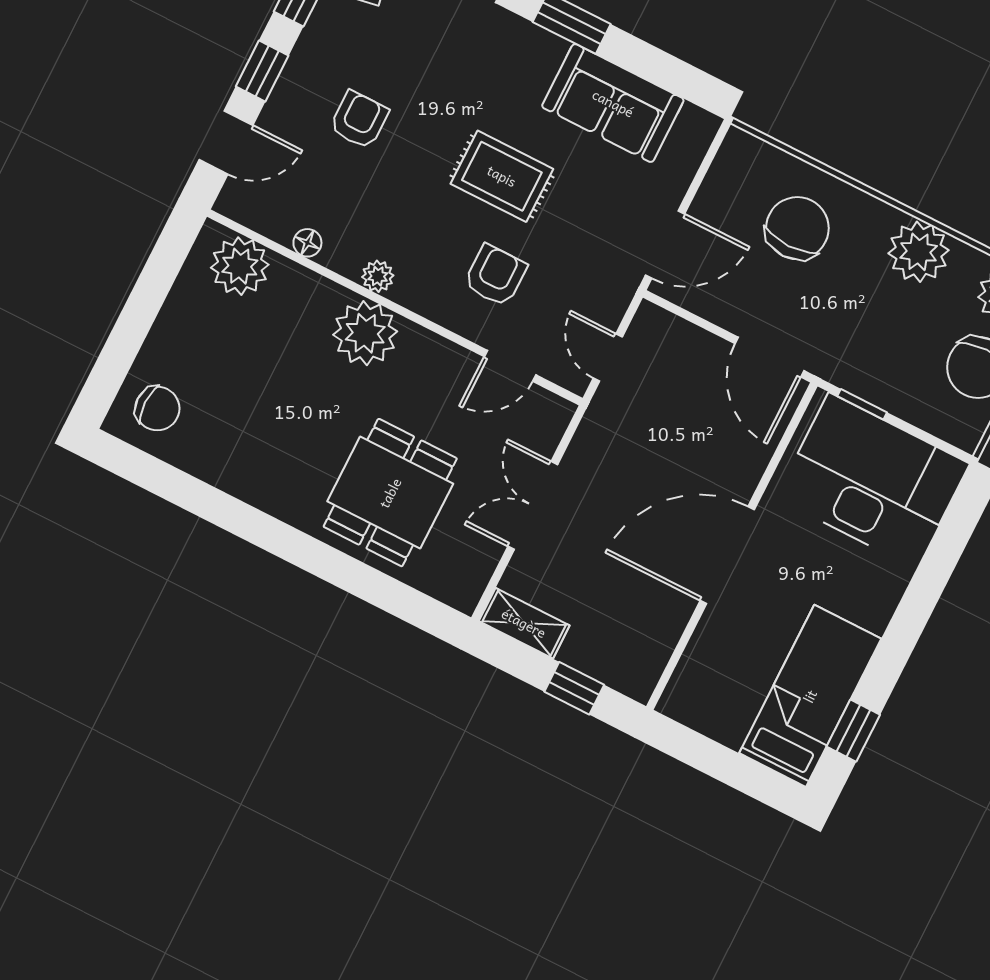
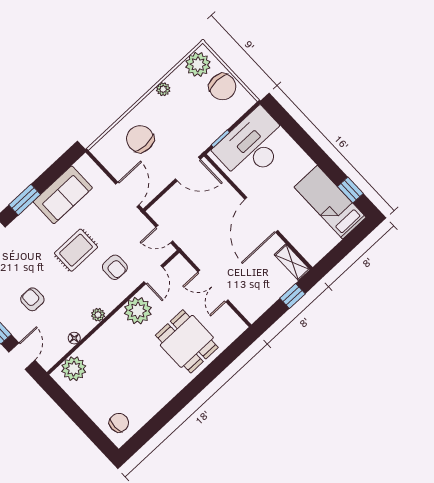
plant: (919, 252) -> (163, 89), width x0.53, depth x0.53
armchair: (495, 275) -> (115, 267), turned 180
plant: (365, 333) -> (138, 311), moved
shelving: (524, 623) -> (292, 262), moved, turned 90

